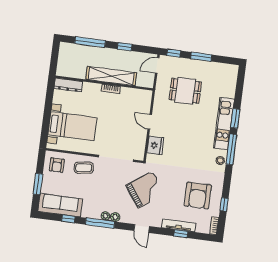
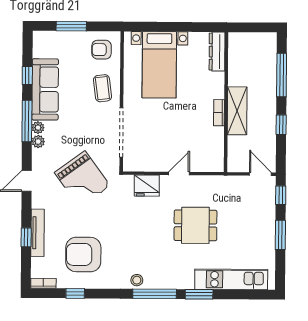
shelving: (111, 76) -> (237, 111), width x0.68
dining table: (185, 91) -> (195, 225), moved, turned 90
kitchen unit: (224, 124) -> (231, 279), moved
sofa: (60, 205) -> (45, 89), moved

